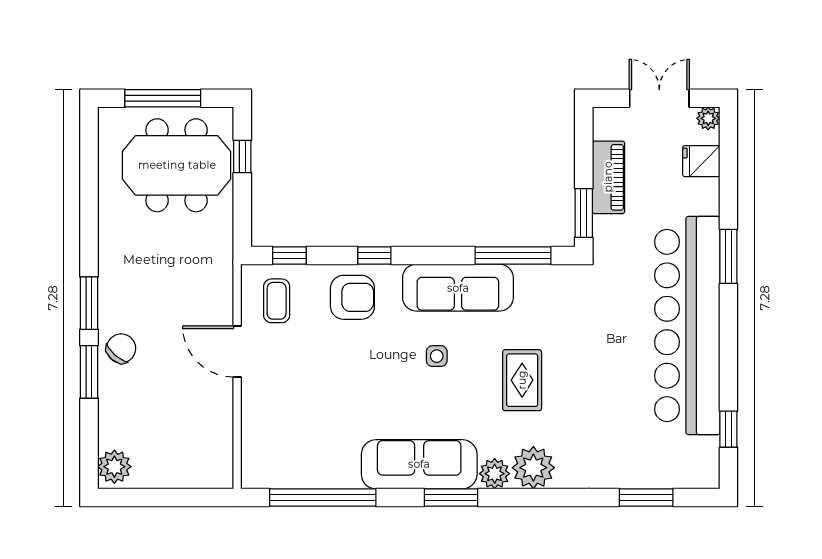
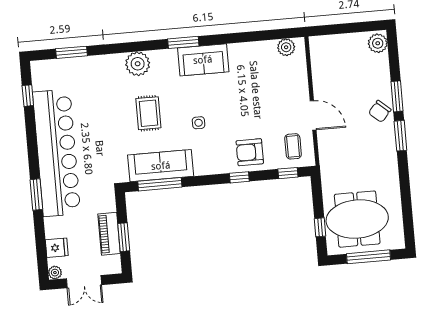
window: (584, 213) -> (124, 237), moved
sofa: (458, 288) -> (161, 166), moved
sofa: (419, 464) -> (203, 60), width x0.73
plant: (495, 474) -> (286, 47), moved
window: (323, 497) -> (257, 36), removed

